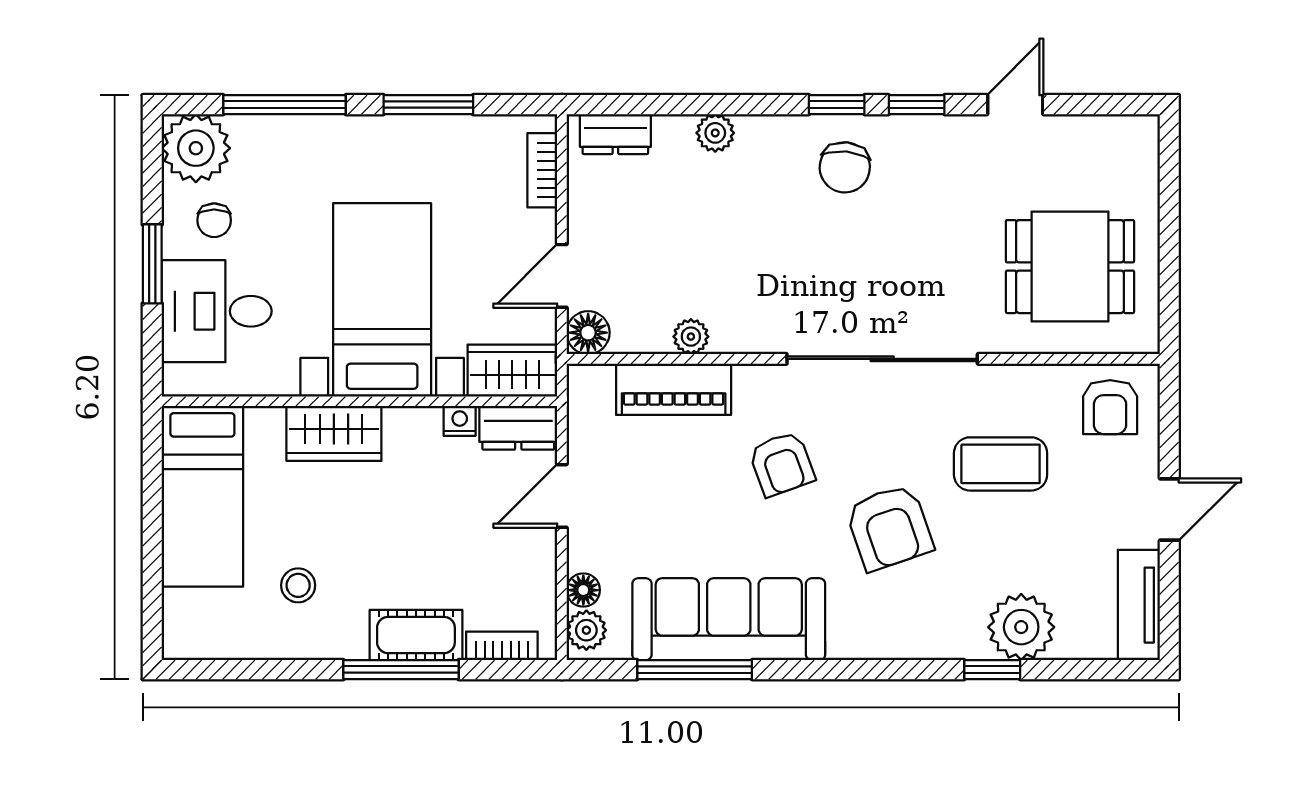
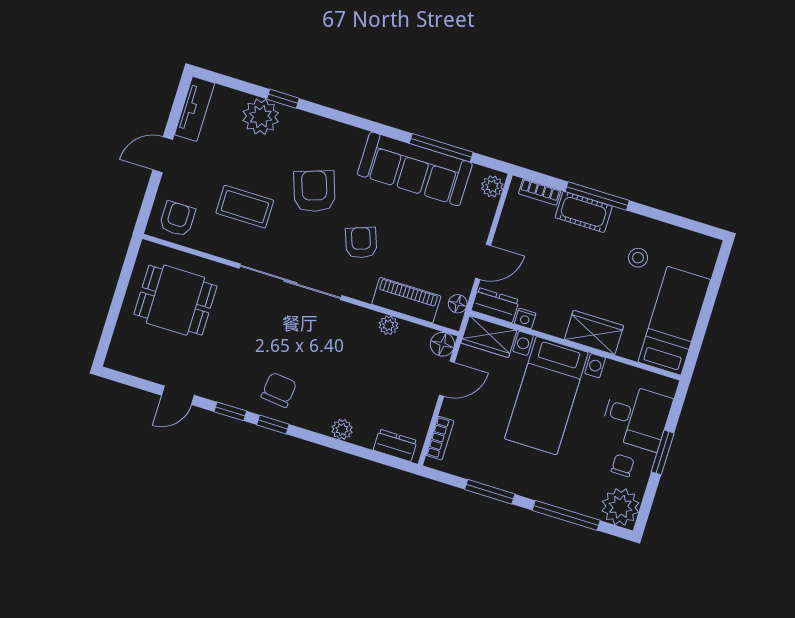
floor lamp: (583, 590) -> (458, 304), moved

